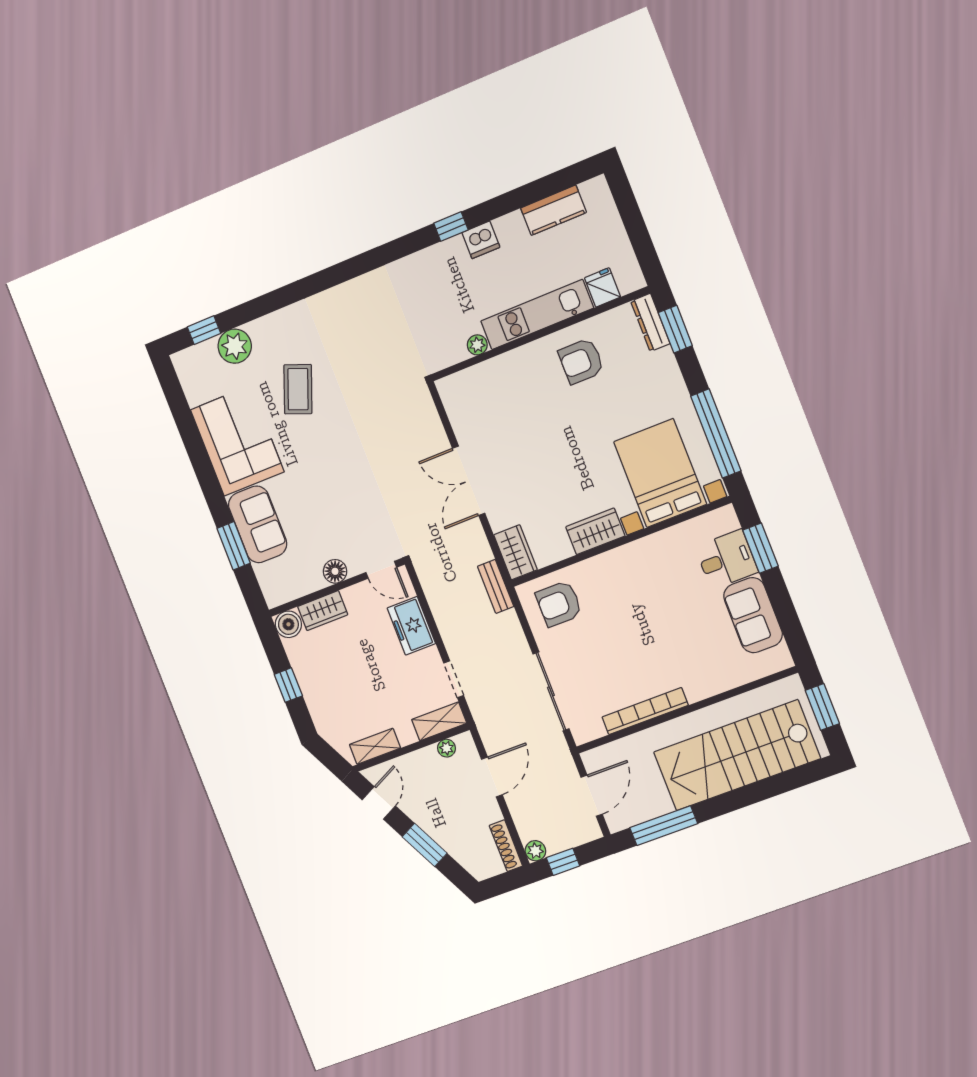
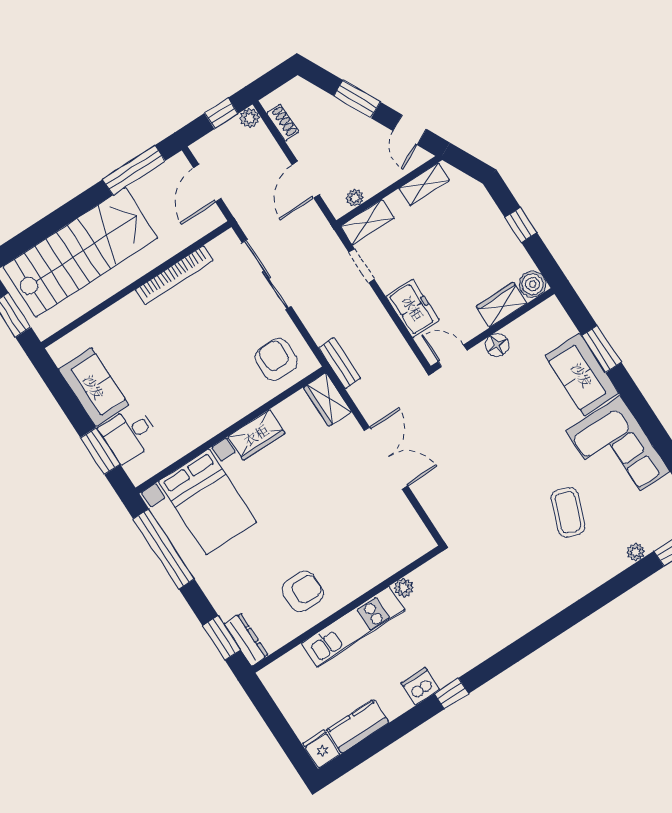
fridge: (603, 287) -> (321, 749), moved, turned 180
plant: (235, 346) -> (636, 552), width x0.53, depth x0.53
armchair: (559, 604) -> (276, 359), turned -90
shoe rack: (506, 846) -> (283, 123), width x0.70

